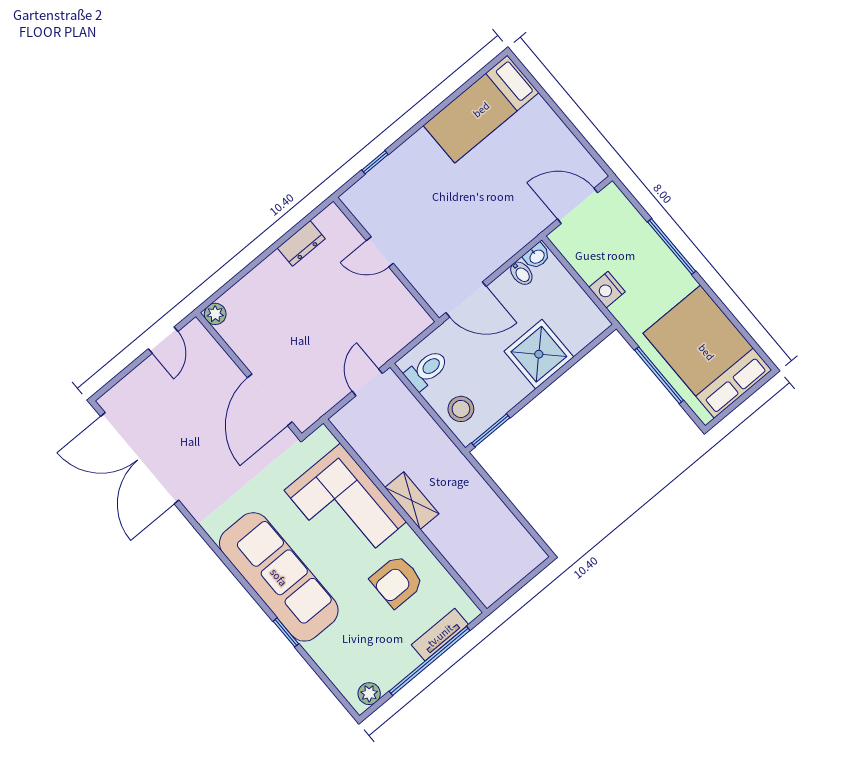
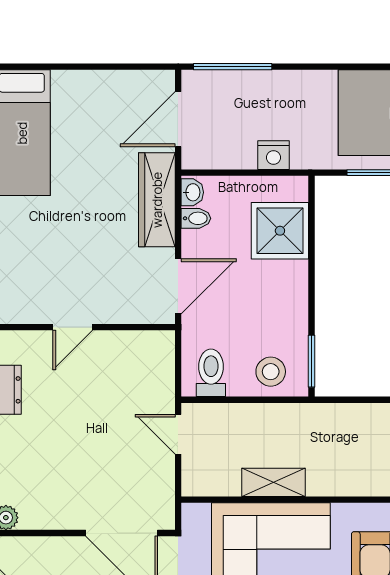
wardrobe: (512, 237) -> (157, 200), added
window: (672, 247) -> (233, 67), moved
shower: (539, 354) -> (280, 231), moved
shelving: (412, 501) -> (274, 482), moved

